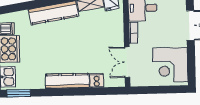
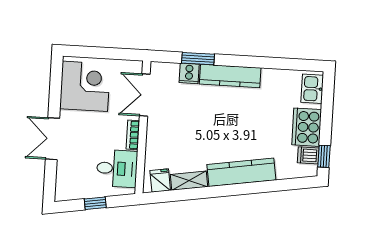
double door: (127, 62) -> (145, 95), swing flipped
window: (19, 93) -> (198, 59), moved

